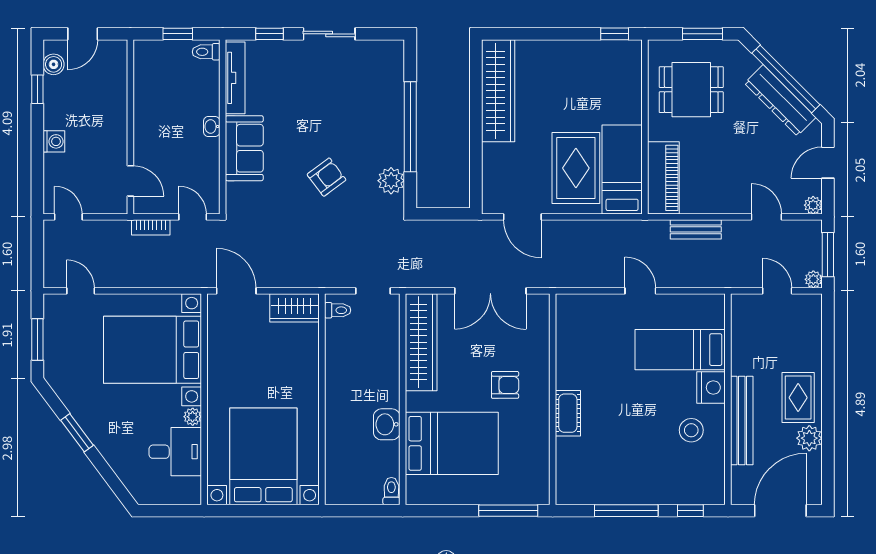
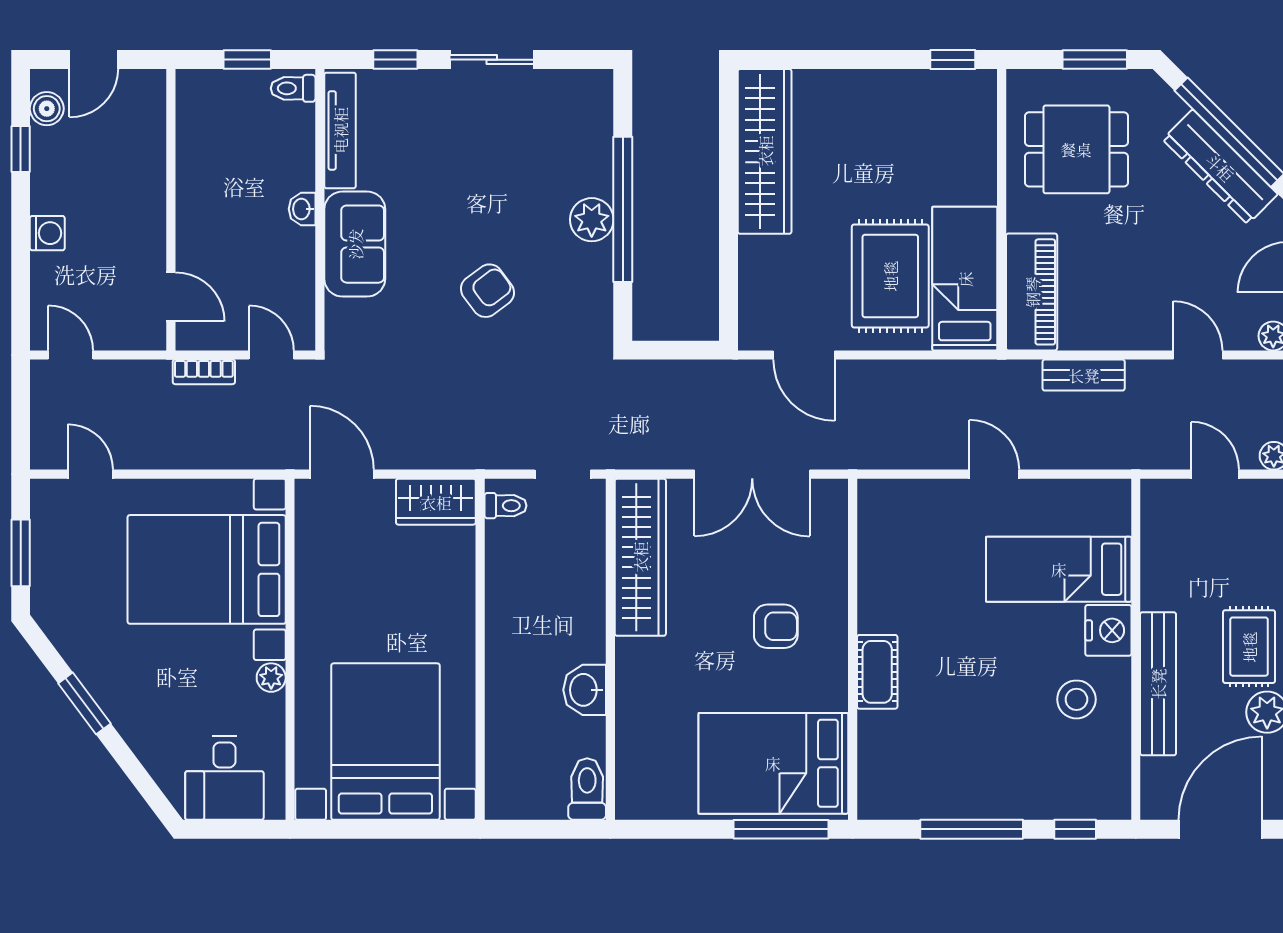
plant: (391, 181) -> (592, 220), moved
bed: (452, 443) -> (773, 763), moved, turned 180
desk: (175, 452) -> (224, 778), moved, turned 90
toilet: (391, 491) -> (587, 789), width x1.37, depth x1.39

